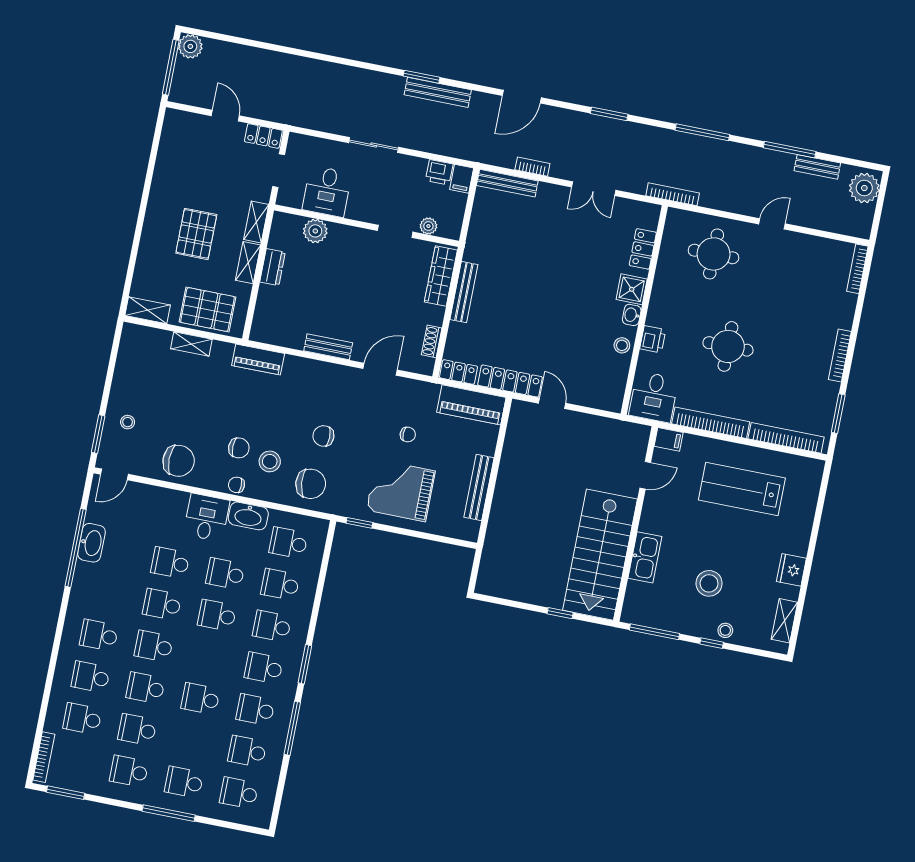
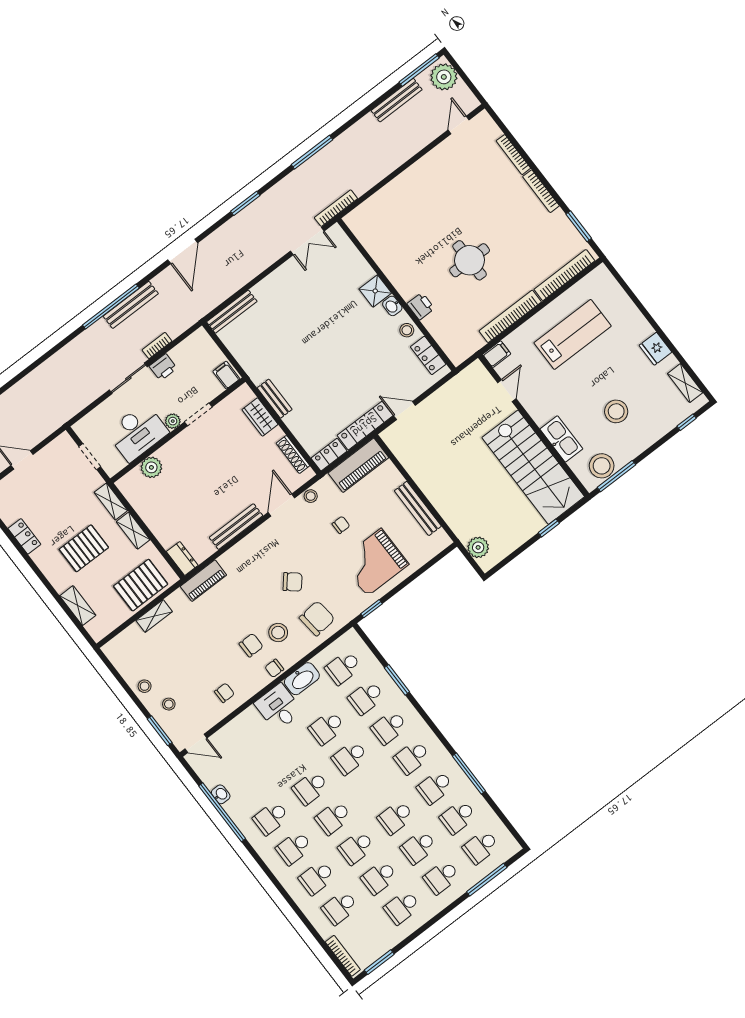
window: (422, 77) -> (111, 307), width x2.11
locker: (263, 136) -> (24, 536), moved, turned -90
window: (790, 150) -> (419, 70), moved
bookcase: (532, 167) -> (157, 346), moved
bench: (817, 167) -> (397, 100), width x1.36
printer: (439, 172) -> (163, 367), moved
filing cabinet: (462, 179) -> (226, 375), moved, turned 180
double door: (594, 189) -> (307, 241), moved
desk: (327, 191) -> (137, 432), width x1.37
door: (772, 224) -> (459, 125), moved
plant: (428, 226) -> (173, 421), moved
pallet: (196, 234) -> (84, 548), turned 90
locker: (643, 249) -> (428, 355), moved
round table: (714, 254) -> (400, 216), removed
dresser: (273, 267) -> (182, 558), moved
bookcase: (857, 269) -> (513, 155), moved
wardrobe: (441, 276) -> (260, 417), width x0.67
bench: (464, 292) -> (275, 399), width x0.73
shelving: (148, 310) -> (78, 606), moved, turned 90
shoe rack: (432, 341) -> (293, 454), width x1.43
bench: (328, 347) -> (236, 527), width x1.36
stool: (410, 387) -> (311, 496), added
stool: (125, 388) -> (145, 686), added
desk: (654, 397) -> (460, 339), removed
chair: (323, 436) -> (293, 582), turned -140
chair: (179, 461) -> (224, 693), width x0.54, depth x0.54
door: (114, 474) -> (196, 743), hinge flipped
lab bench: (742, 489) -> (573, 334), turned 180
washbasin: (91, 543) -> (221, 794), width x0.52, depth x0.69
school desk: (170, 563) -> (271, 818), moved
plant: (491, 568) -> (478, 547), added
stool: (725, 630) -> (602, 466), moved, width x1.89, depth x1.89
window: (712, 643) -> (687, 422), moved
window: (305, 664) -> (397, 680), moved
school desk: (192, 740) -> (418, 847), added
window: (169, 813) -> (487, 880), moved

